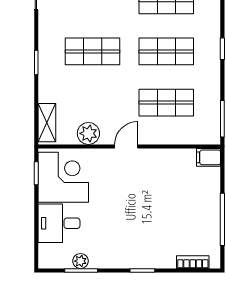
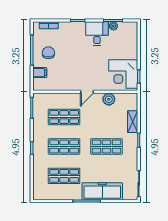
shelving: (47, 123) -> (133, 122), moved
filing cabinet: (209, 157) -> (40, 73), moved
chair: (193, 214) -> (48, 53), added
desk: (59, 223) -> (97, 34), moved, turned -90

